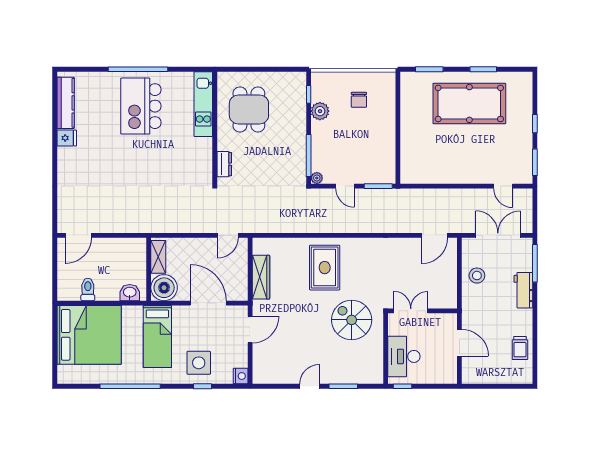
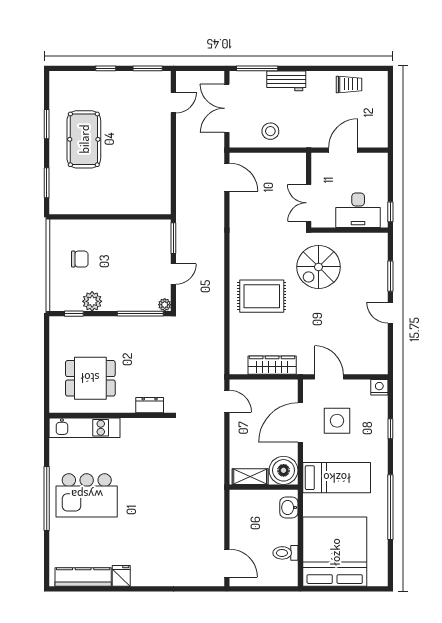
pool table: (469, 103) -> (84, 139), width x0.73, depth x0.76
side table: (199, 363) -> (337, 421), moved

